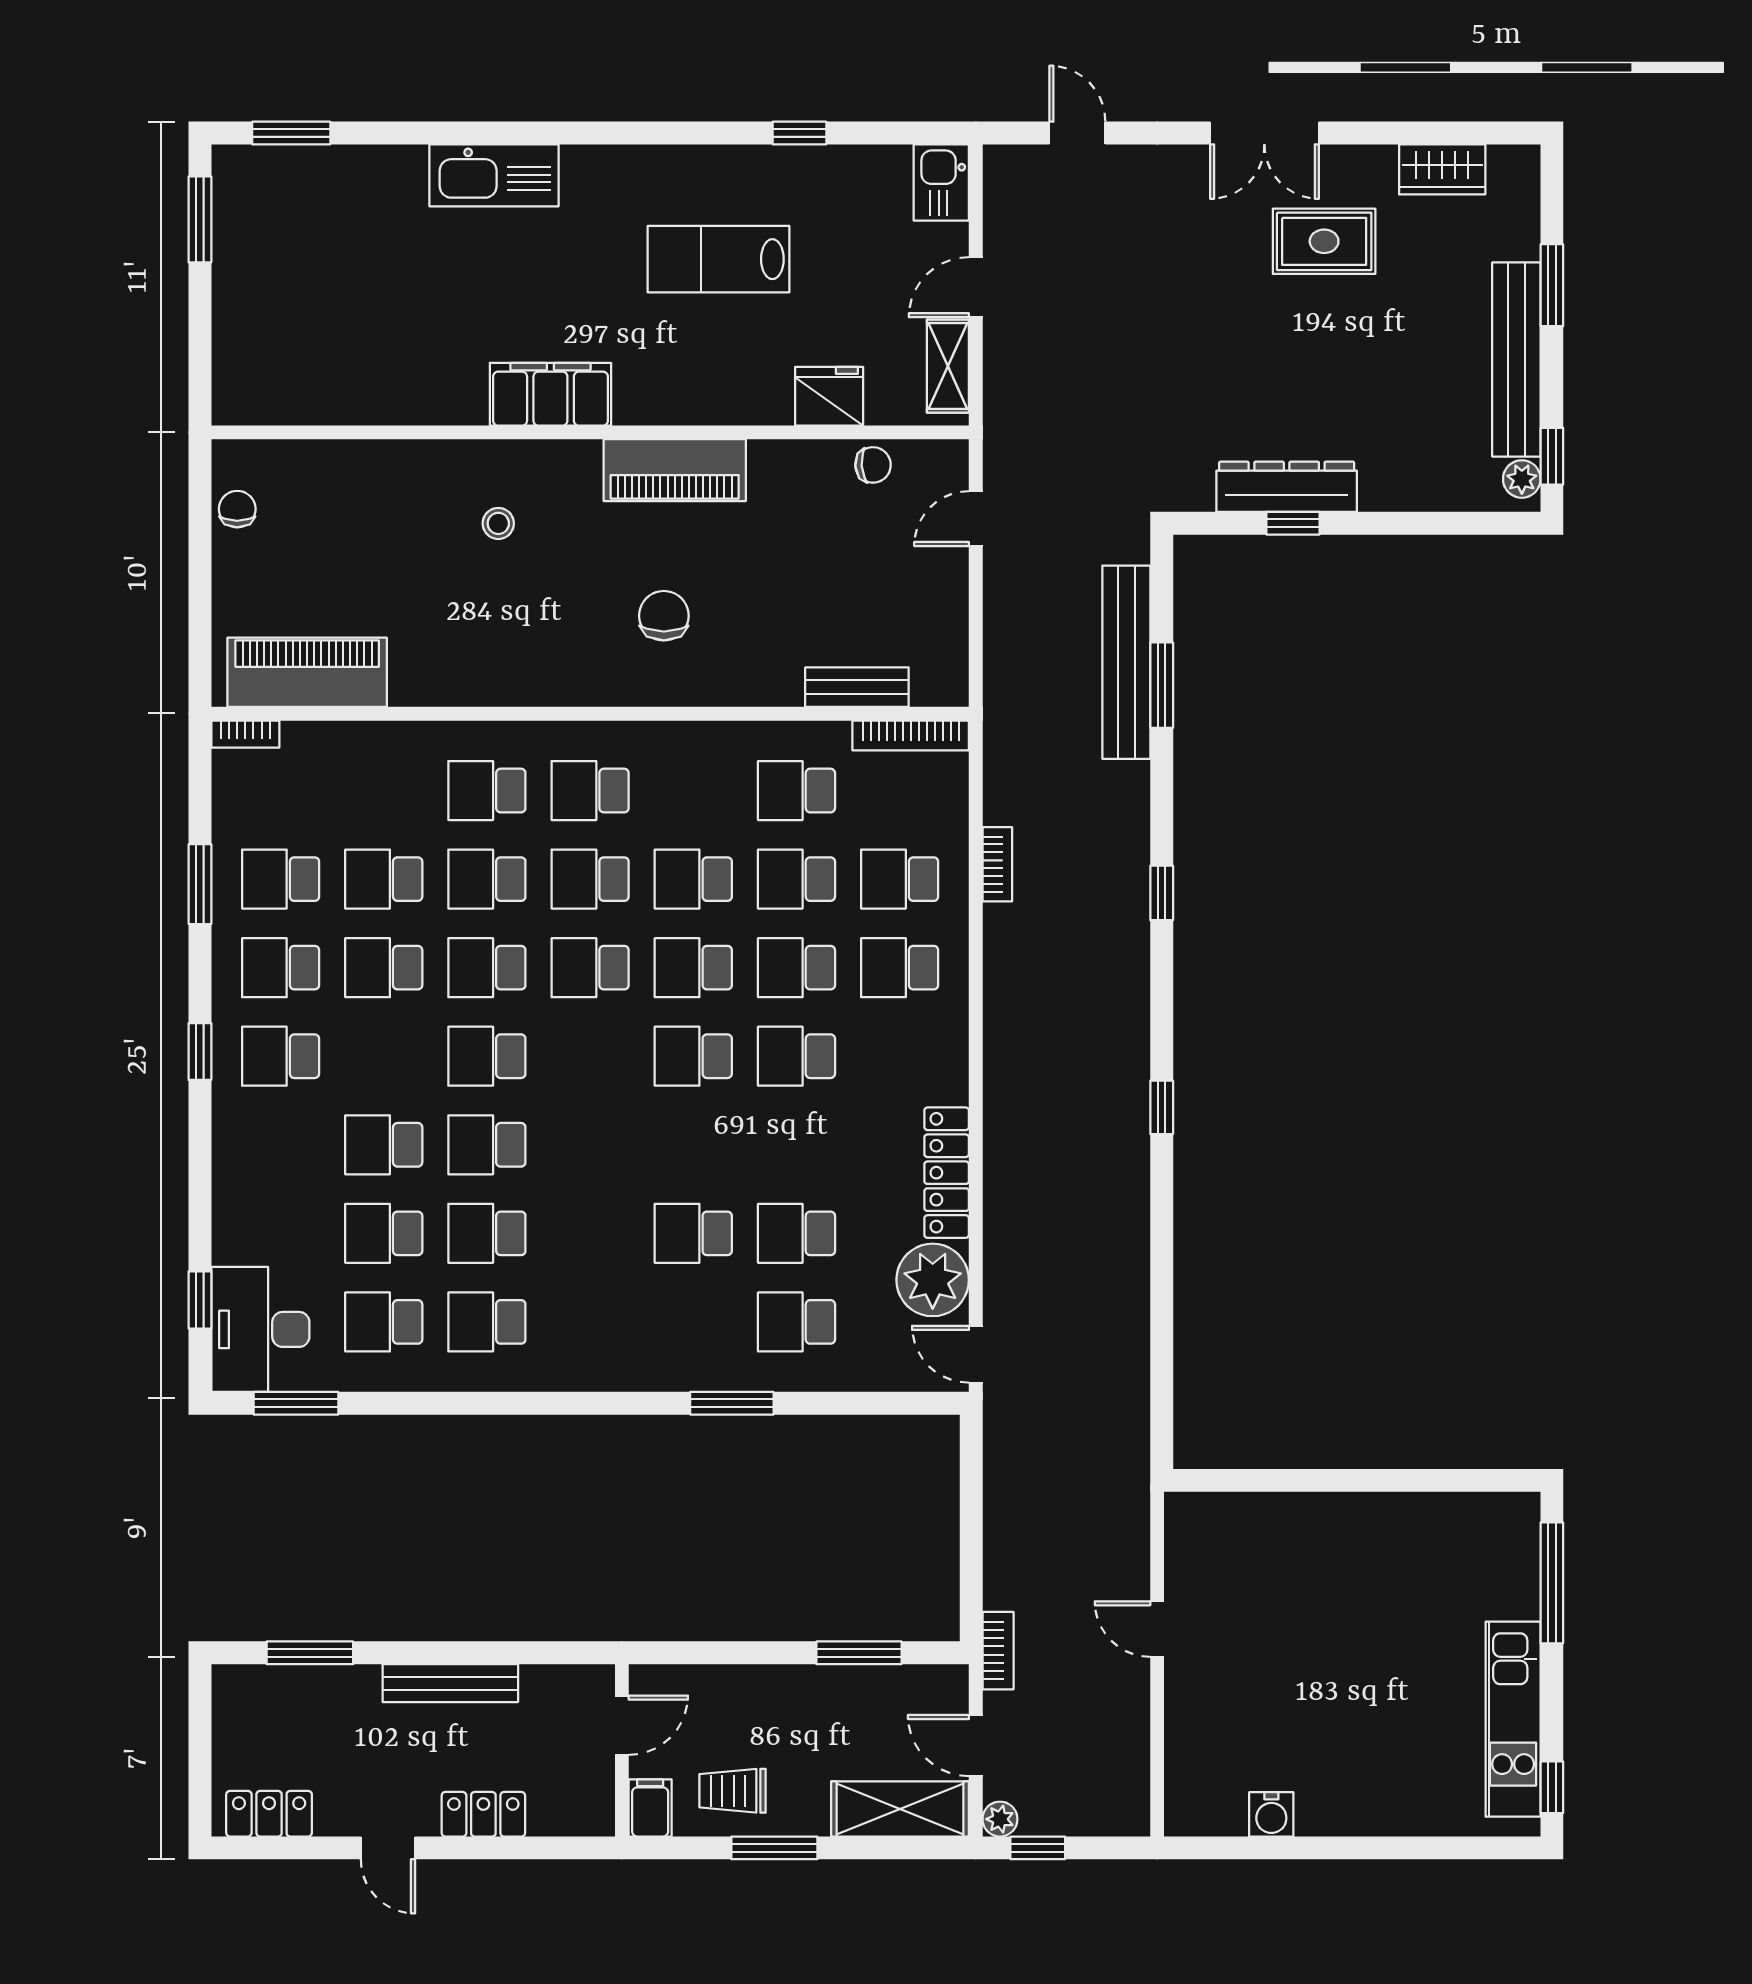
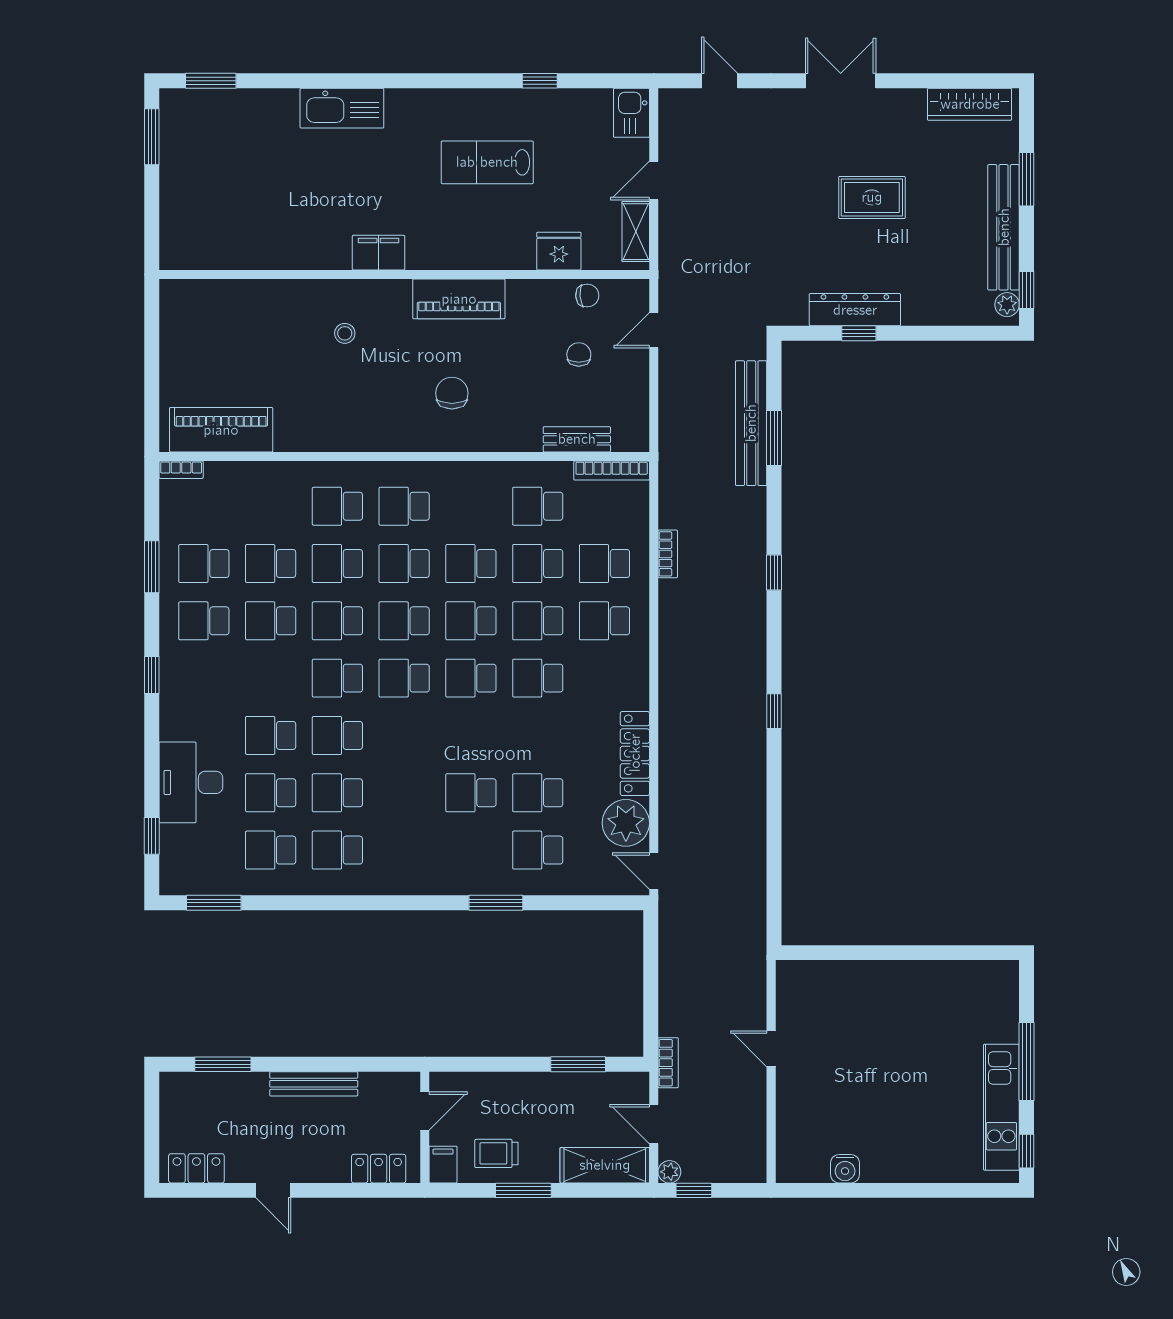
double door: (1264, 133) -> (841, 81), swing flipped
wardrobe: (1442, 169) -> (970, 104), width x1.50
rug: (1324, 241) -> (872, 197), moved
filing cabinet: (550, 394) -> (379, 253), width x0.67, depth x0.86
chair: (237, 509) -> (579, 354), moved
school desk: (281, 1056) -> (404, 678), moved
desk: (260, 1329) -> (191, 782), moved
window: (1552, 1583) -> (1027, 1062), moved
locker: (483, 1814) -> (379, 1169), moved

